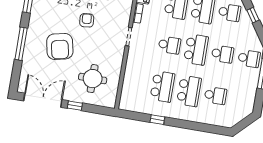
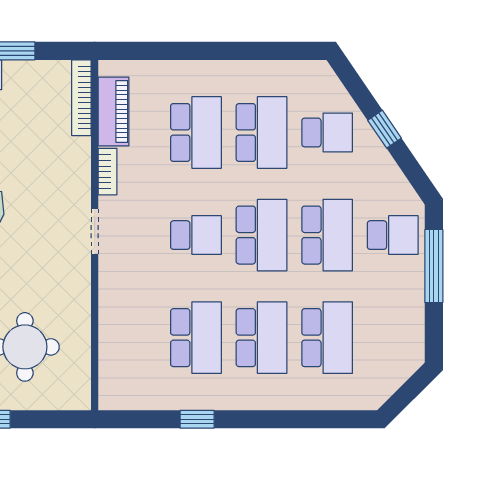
school desk: (223, 54) -> (327, 235), width x1.85
school desk: (215, 95) -> (327, 338), width x1.85

